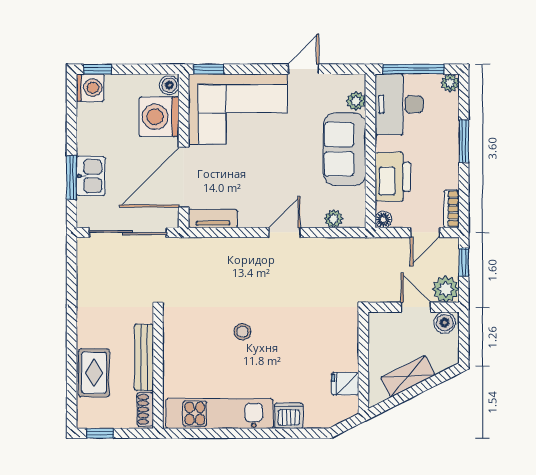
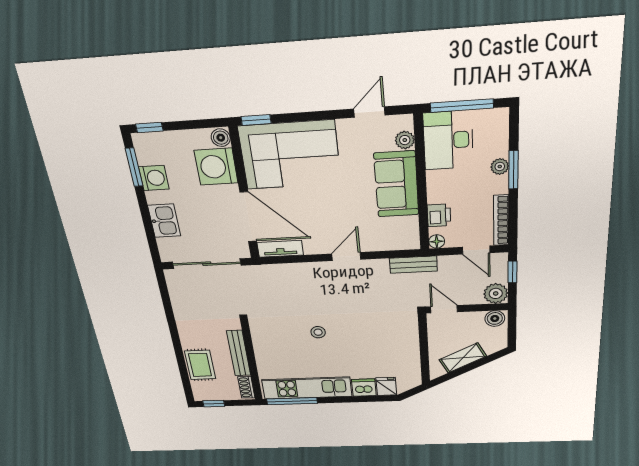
door: (303, 69) -> (369, 112), moved
plant: (450, 83) -> (500, 167), moved
washing machine: (90, 88) -> (154, 178), moved
door: (184, 177) -> (248, 217), swing flipped
printer: (393, 177) -> (439, 215), width x0.53, depth x0.68
window: (72, 178) -> (134, 167), moved
bookcase: (452, 209) -> (501, 220), width x1.56
plant: (334, 219) -> (390, 243), removed
door: (425, 232) -> (476, 250), hinge flipped
bench: (357, 247) -> (413, 265), added
door: (416, 307) -> (444, 309), moved
fridge: (345, 384) -> (386, 386), moved, turned 90
window: (199, 433) -> (292, 401), added

